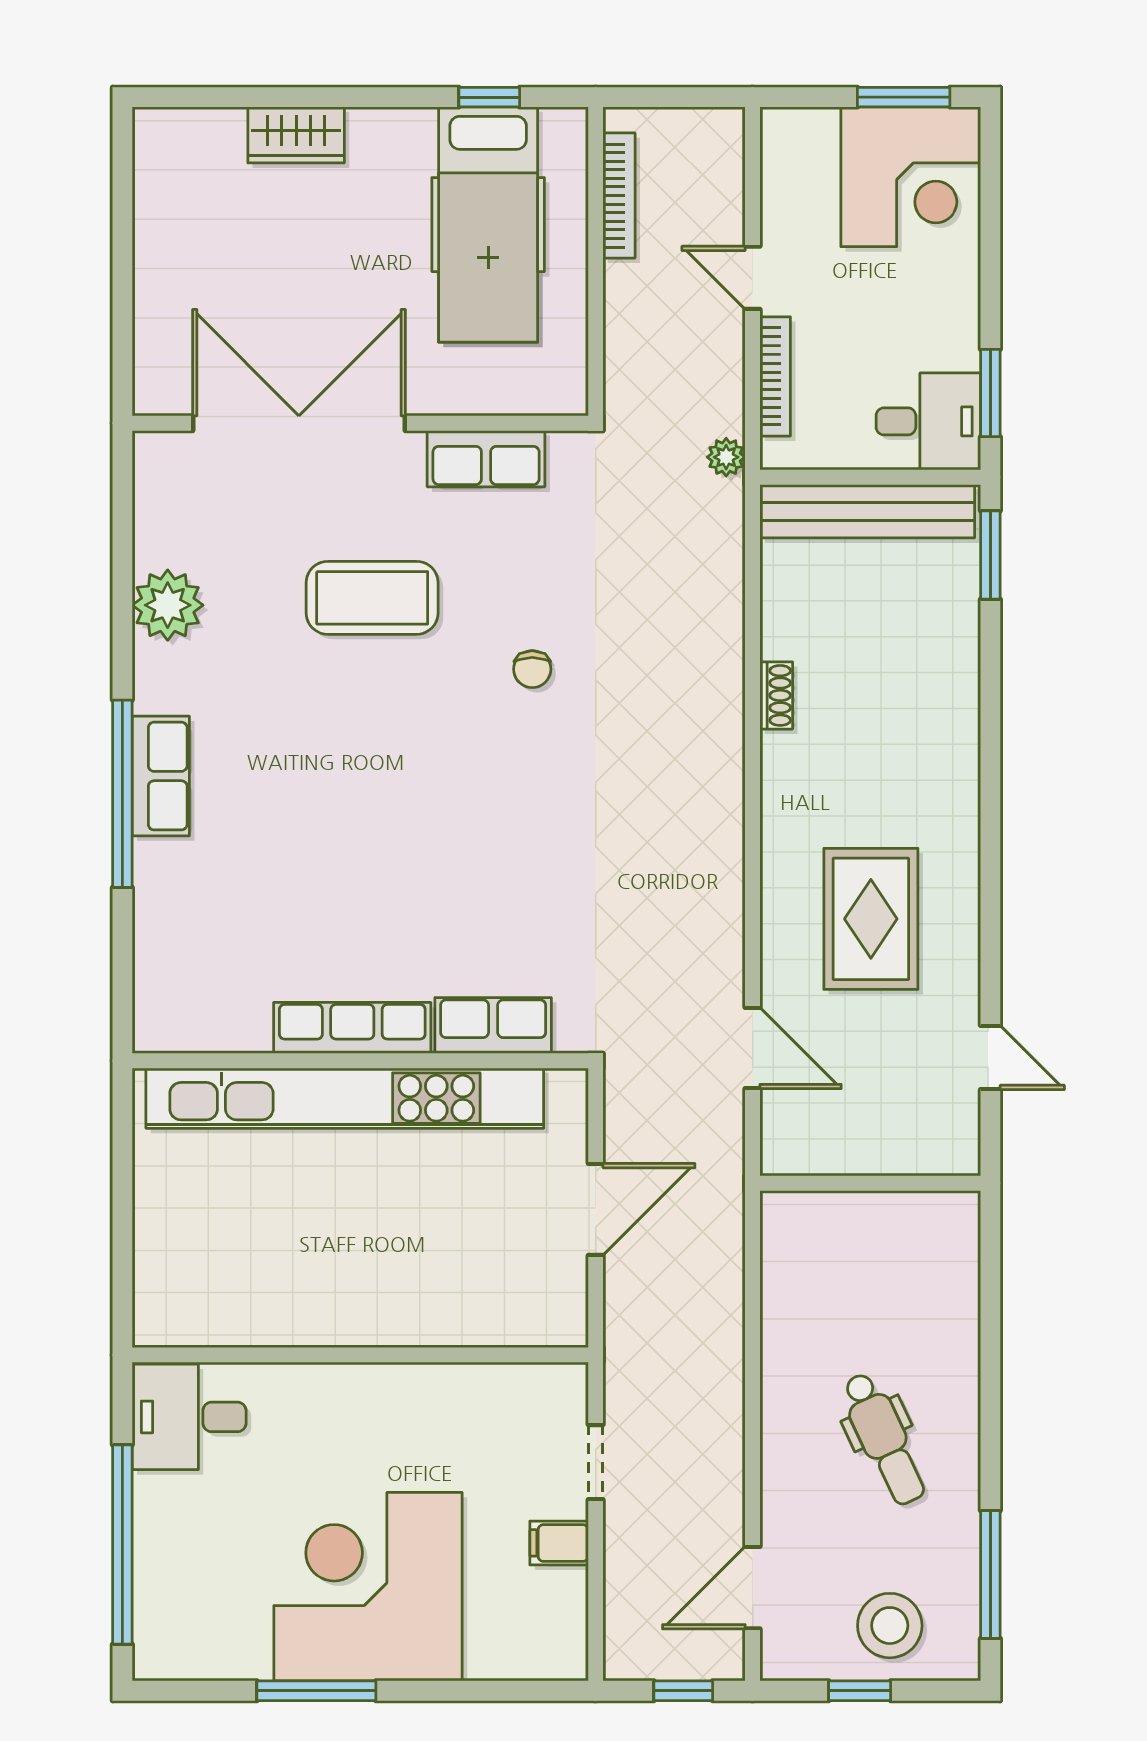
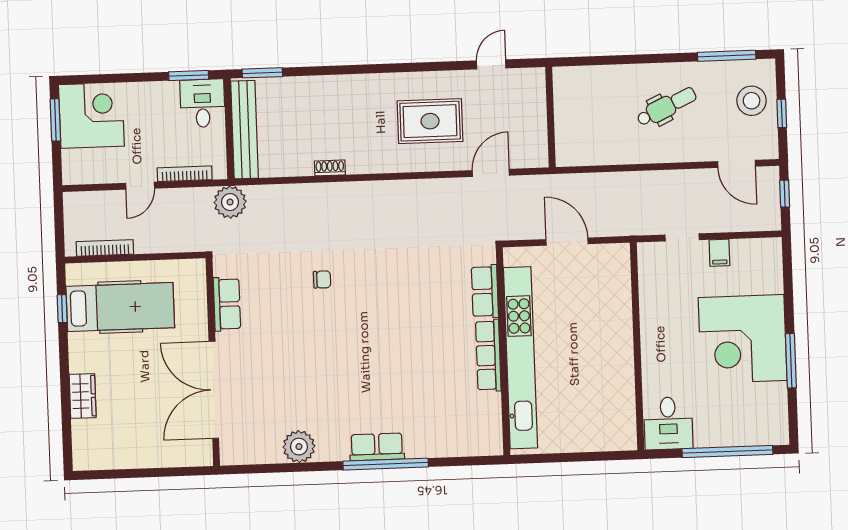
plant: (726, 457) -> (230, 202), width x1.88, depth x1.88
coffee table: (372, 598) -> (292, 354), removed

